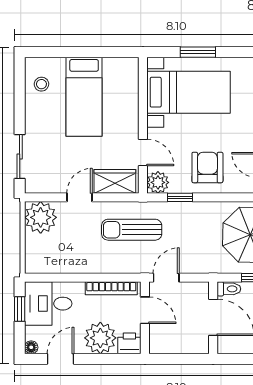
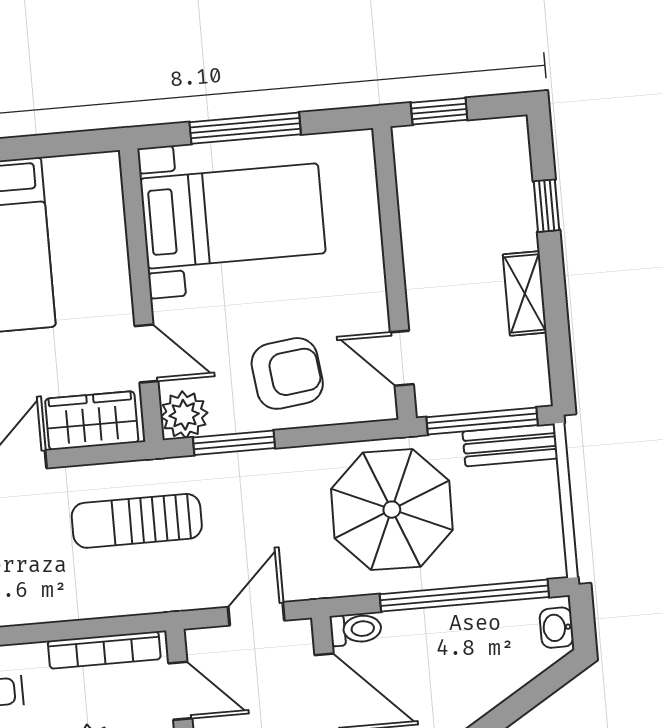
window: (198, 52) -> (245, 128), width x1.44
armchair: (207, 167) -> (287, 373), turned 83
window: (180, 197) -> (234, 443), width x1.50
door: (166, 278) -> (256, 614), moved

